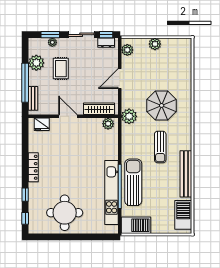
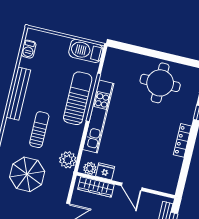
plant: (129, 116) -> (68, 160), moved
fridge: (42, 124) -> (105, 171), moved
sun lounger: (133, 182) -> (78, 98), turned 180
kitchen unit: (112, 192) -> (98, 116), moved
barbecue: (183, 215) -> (29, 49), width x0.53, depth x0.65

